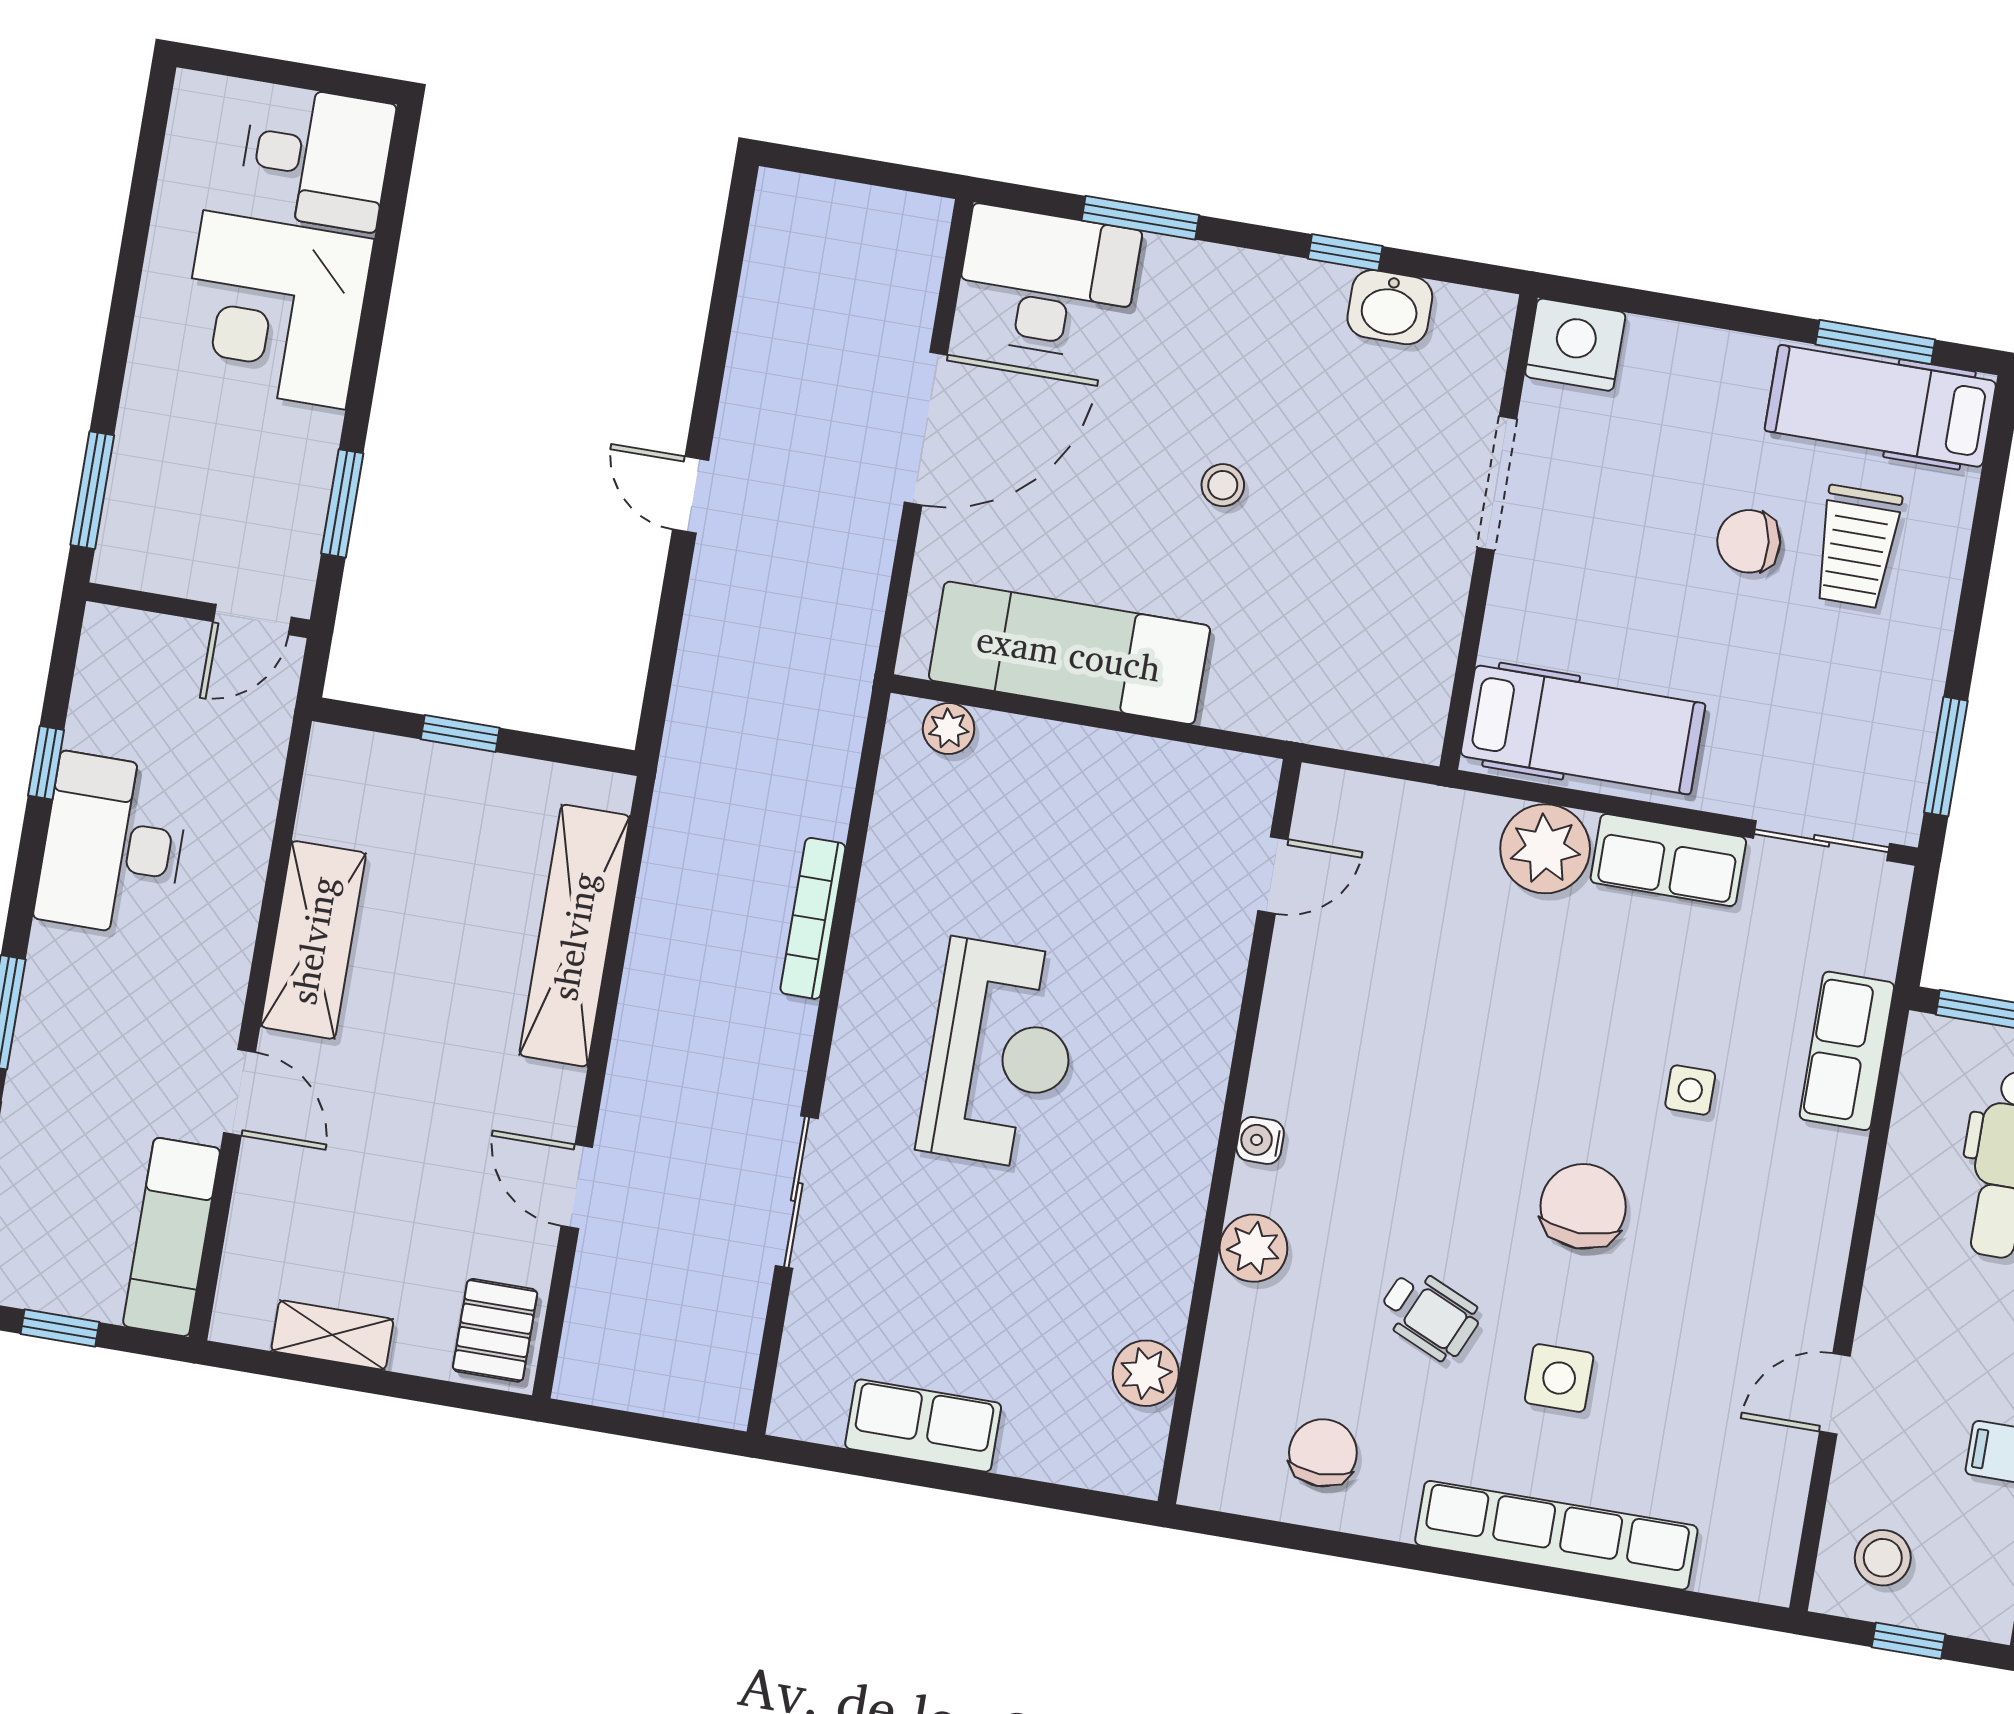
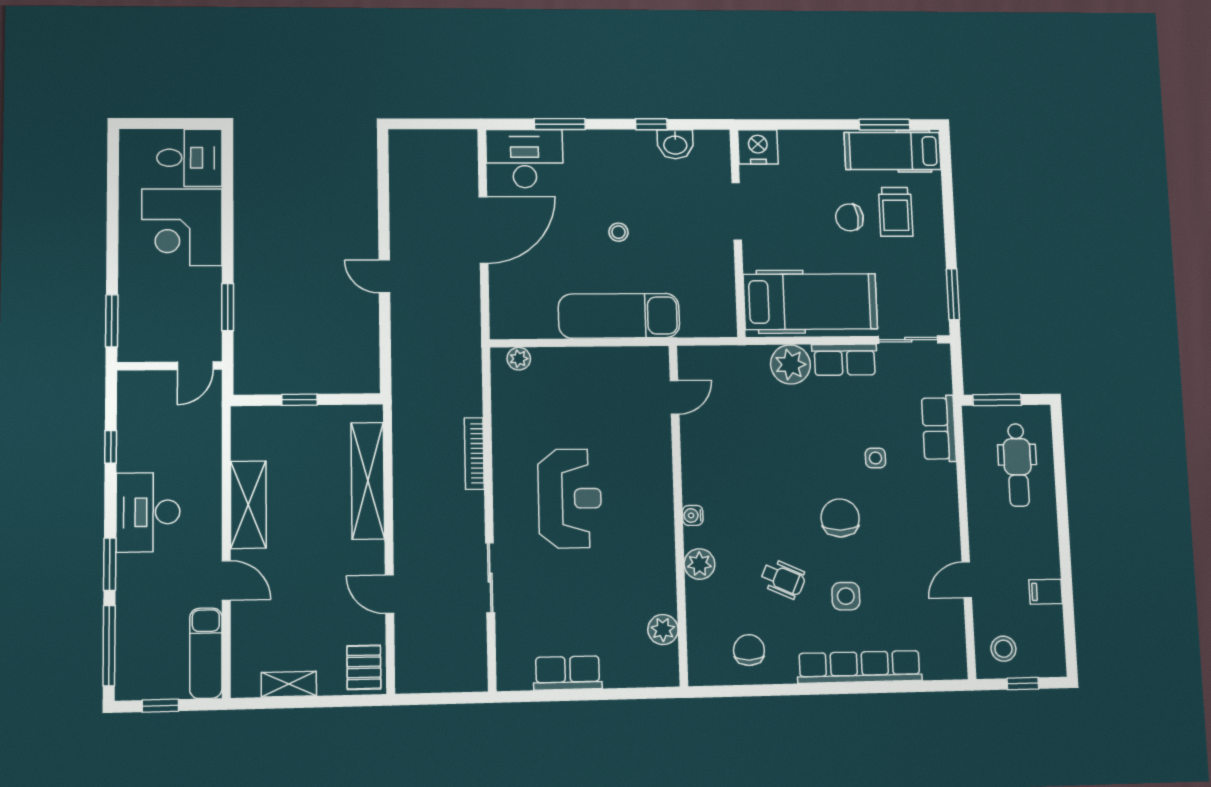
exam couch: (1069, 653) -> (619, 316), moved
hospital bed: (1583, 730) -> (810, 302), width x1.37, depth x1.29
desk: (113, 845) -> (148, 512), moved

